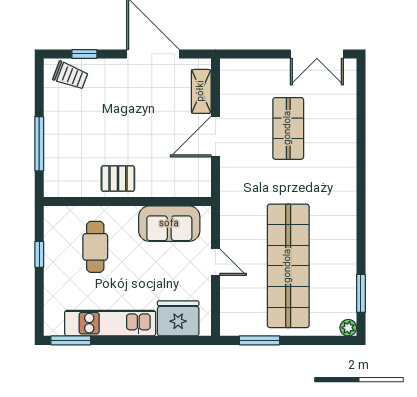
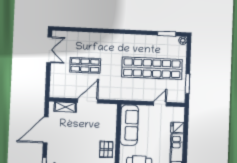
door: (215, 137) -> (88, 101), swing flipped
sofa: (169, 224) -> (129, 125), width x1.36
door: (215, 262) -> (160, 104), moved
fridge: (178, 318) -> (177, 127), width x0.53, depth x0.75

